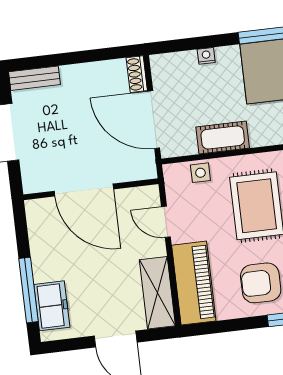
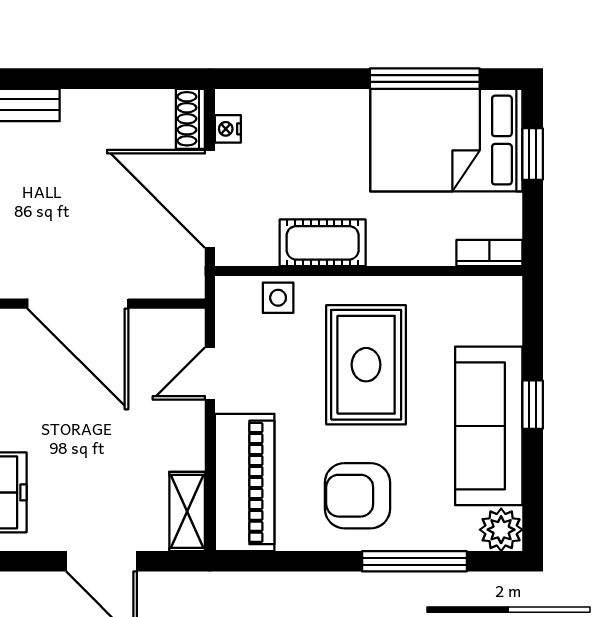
nightstand: (206, 56) -> (228, 129), moved, turned -90
door: (166, 222) -> (210, 374), hinge flipped
shelving: (157, 293) -> (187, 511), width x0.67, depth x0.75

